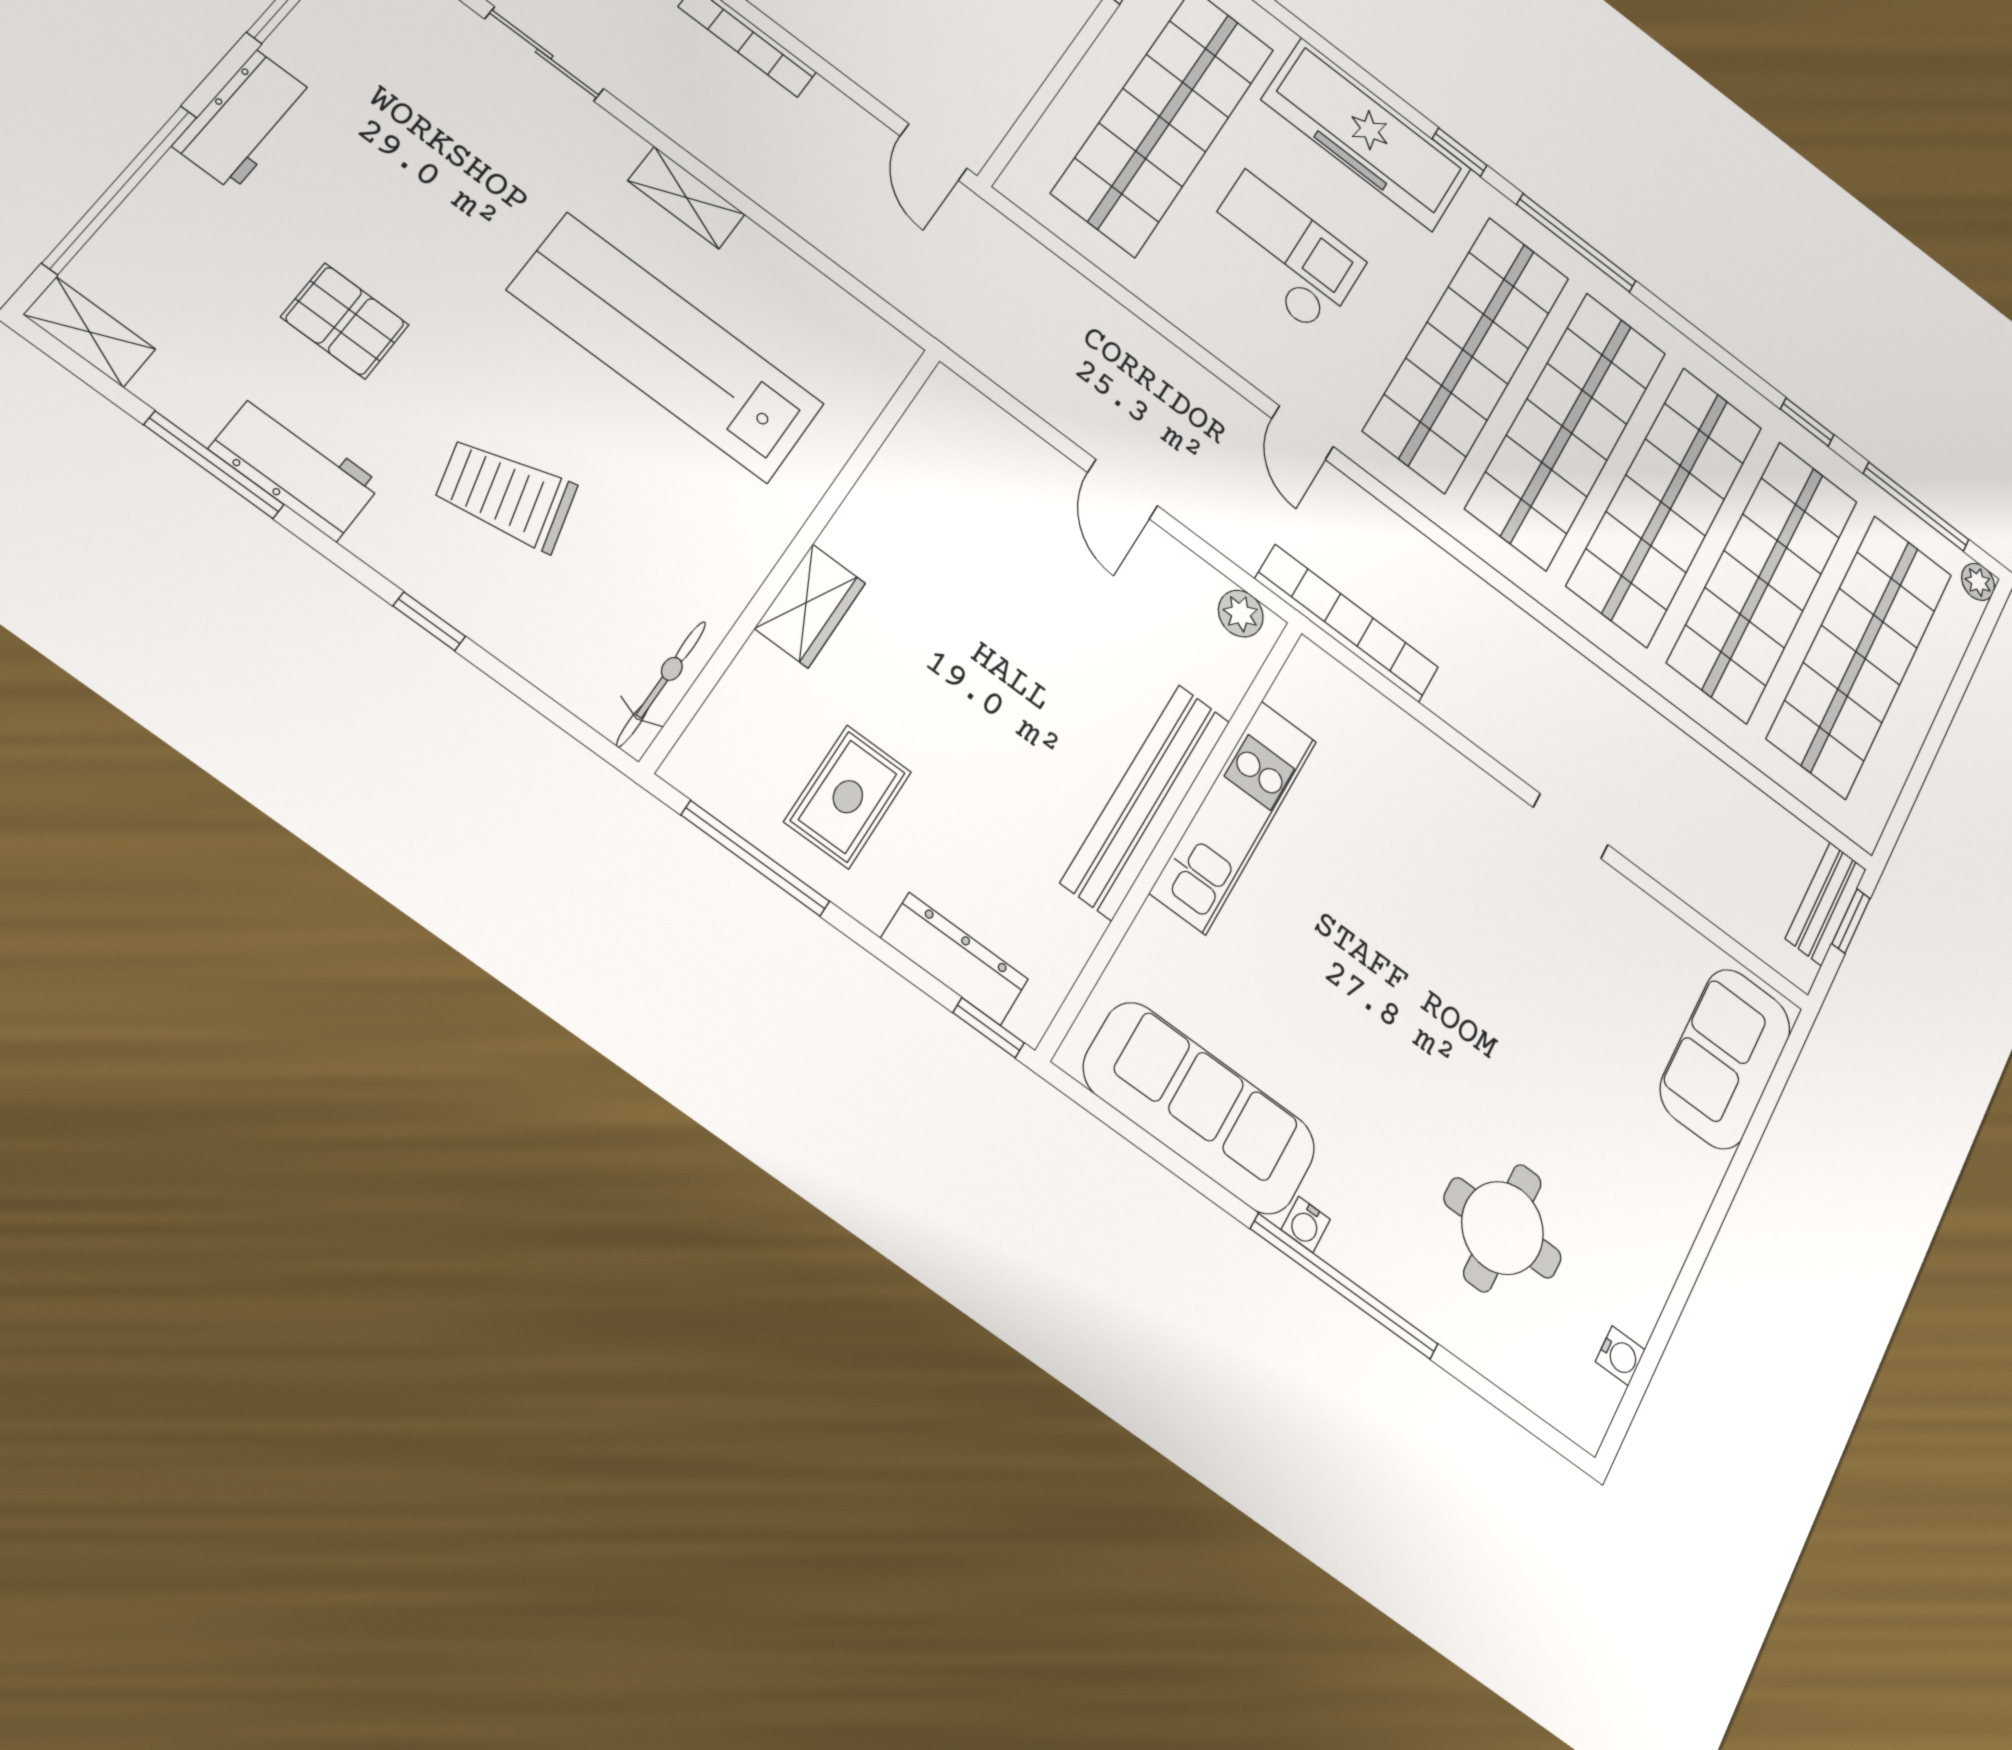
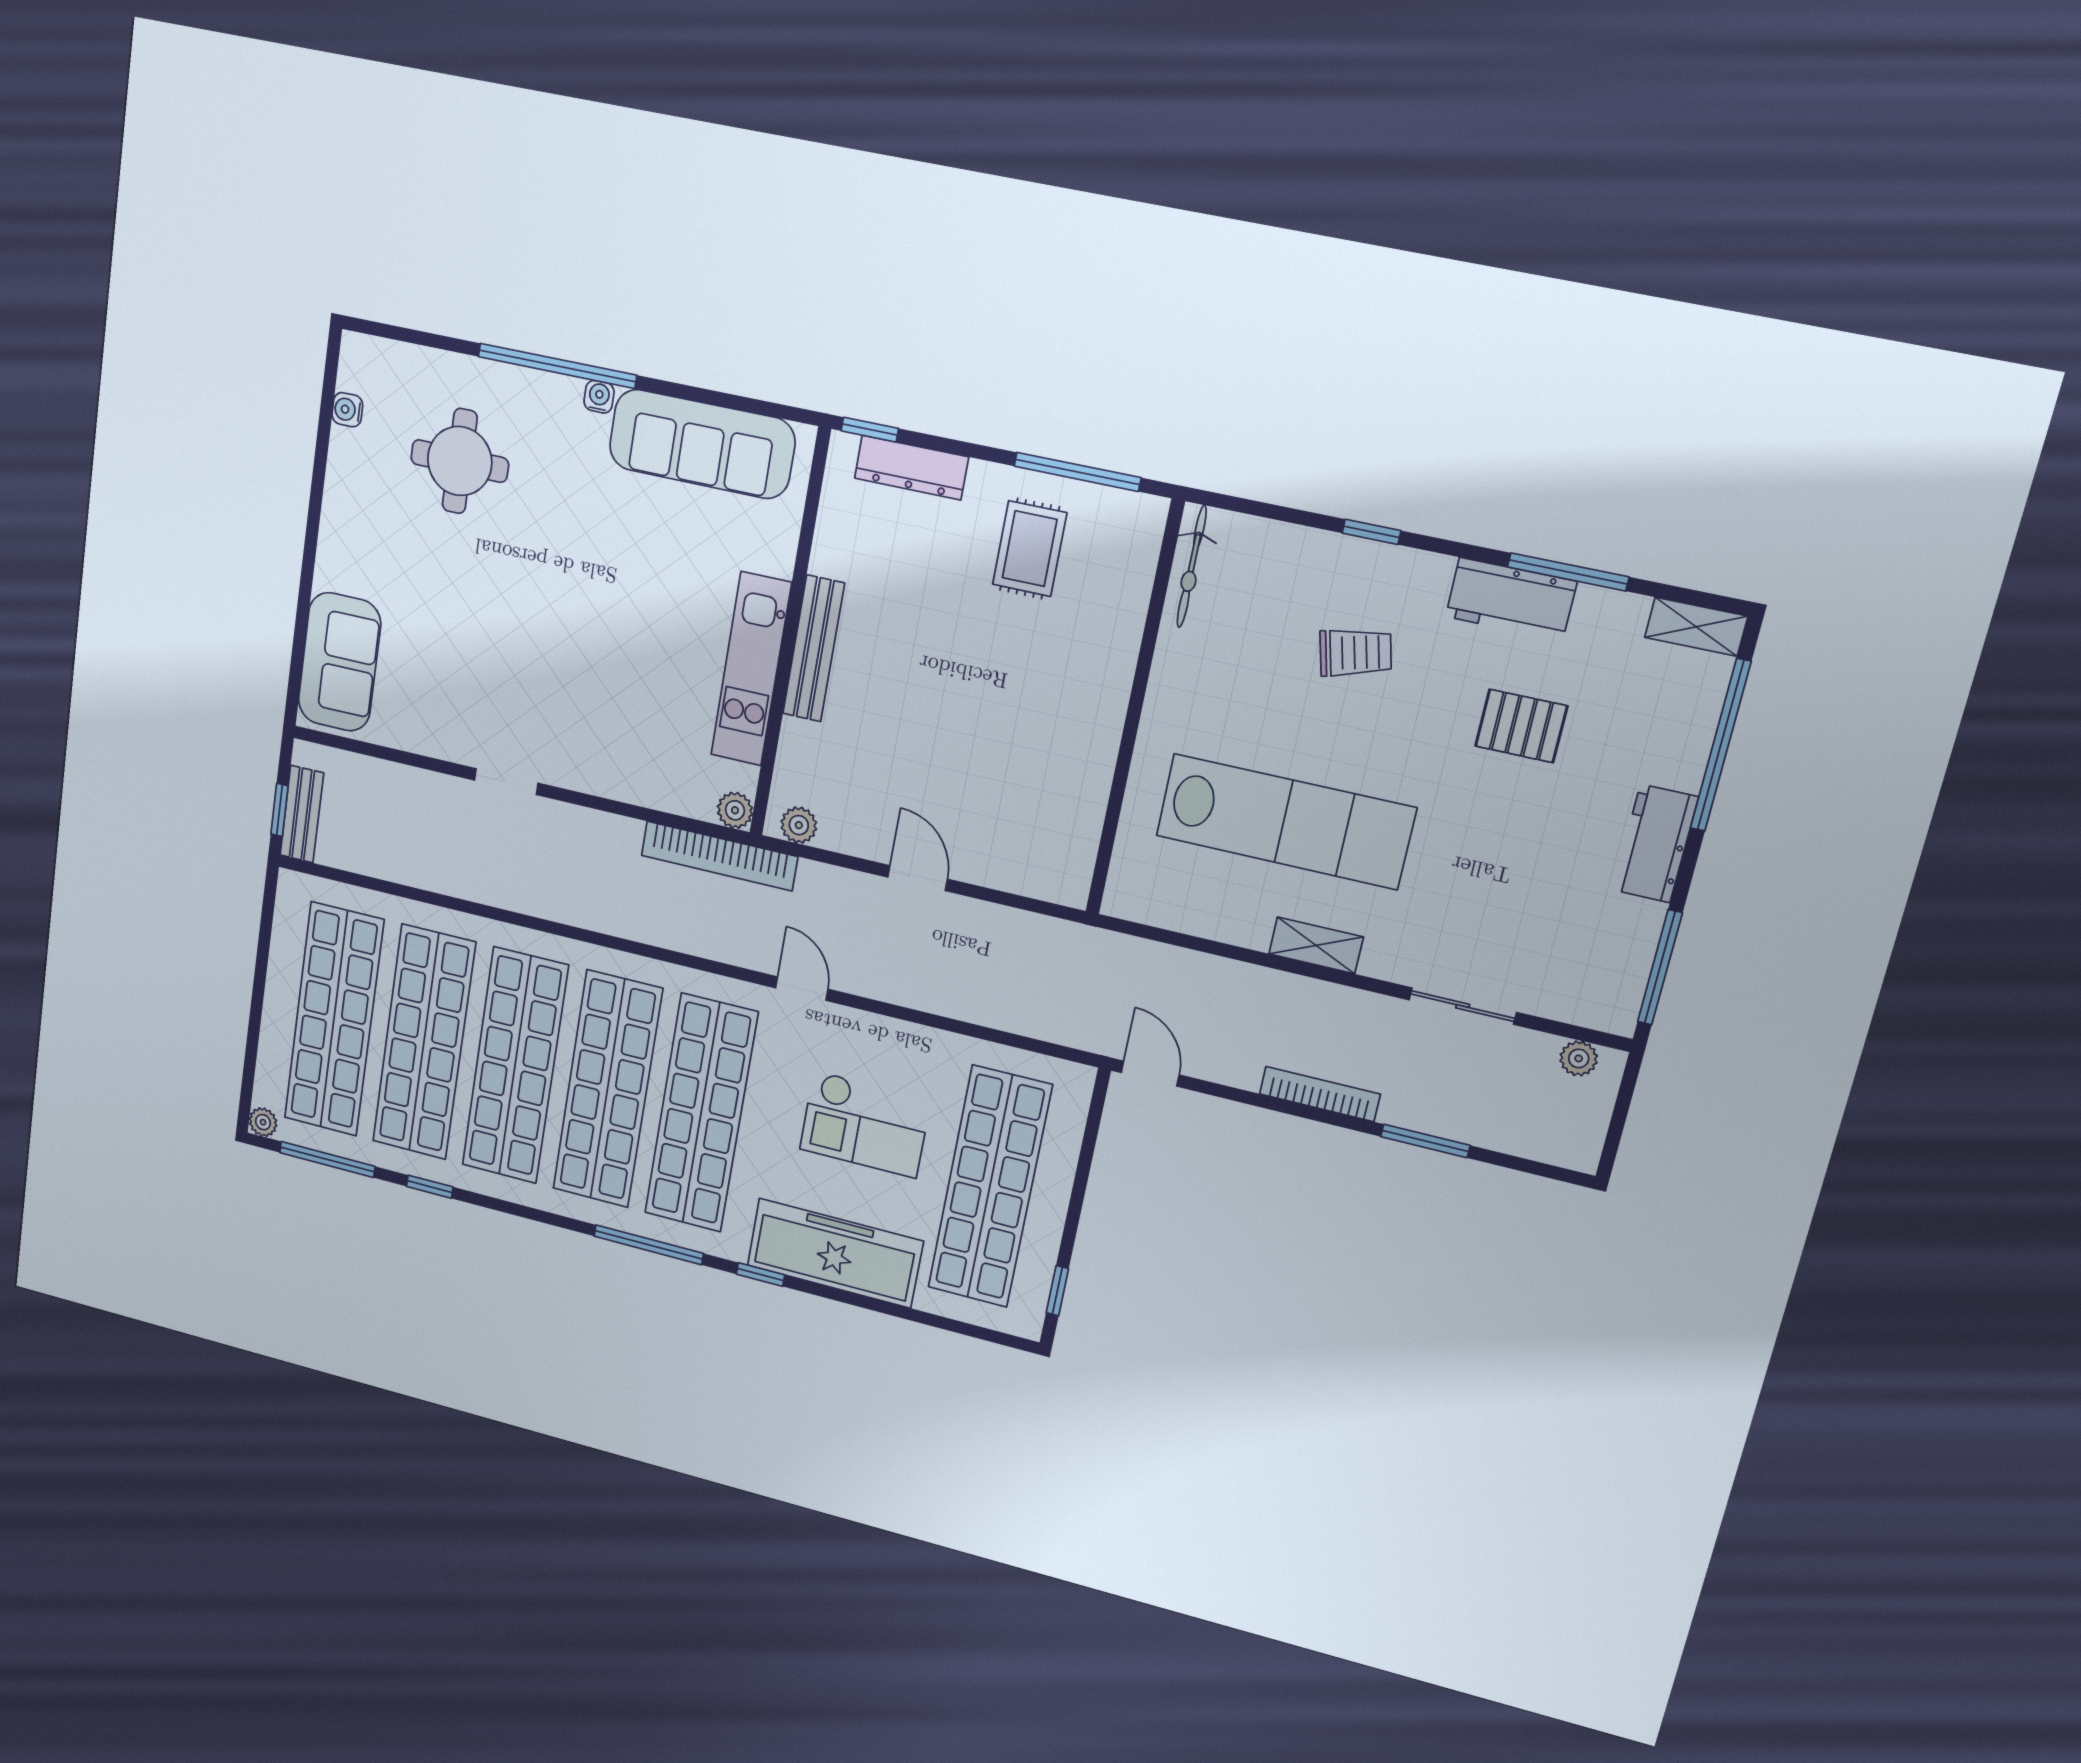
trolley: (506, 494) -> (1356, 653), width x0.73, depth x0.72
wardrobe: (810, 606) -> (1109, 677), removed
plant: (1310, 666) -> (735, 810), added
bench: (1146, 801) -> (814, 649), width x0.73, depth x0.82

